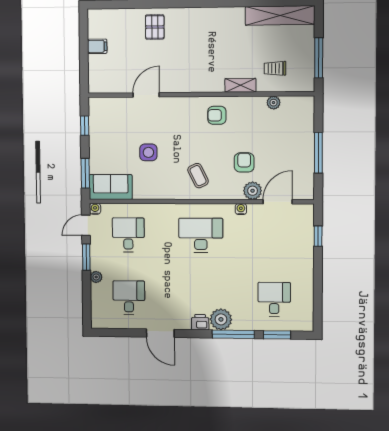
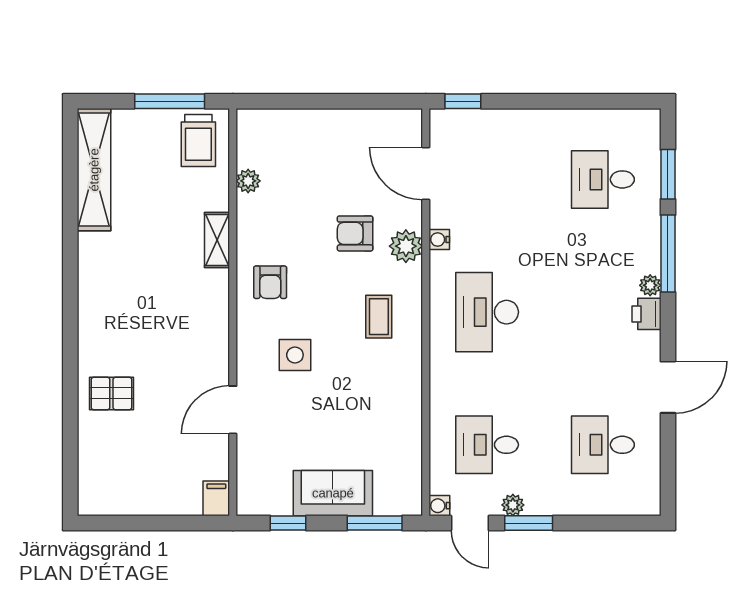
filing cabinet: (97, 46) -> (216, 498), moved
trolley: (275, 68) -> (198, 141), moved, width x1.36, depth x1.39
door: (146, 95) -> (233, 410), hinge flipped
side table: (148, 152) -> (295, 355), moved
window: (318, 153) -> (338, 101), removed
coffee table: (198, 176) -> (379, 317), turned -64
sofa: (111, 187) -> (333, 493), moved, turned 90
plant: (253, 191) -> (406, 246), moved
window: (318, 236) -> (463, 101), moved
plant: (96, 277) -> (513, 505), moved
plant: (221, 319) -> (650, 285), width x0.53, depth x0.53

